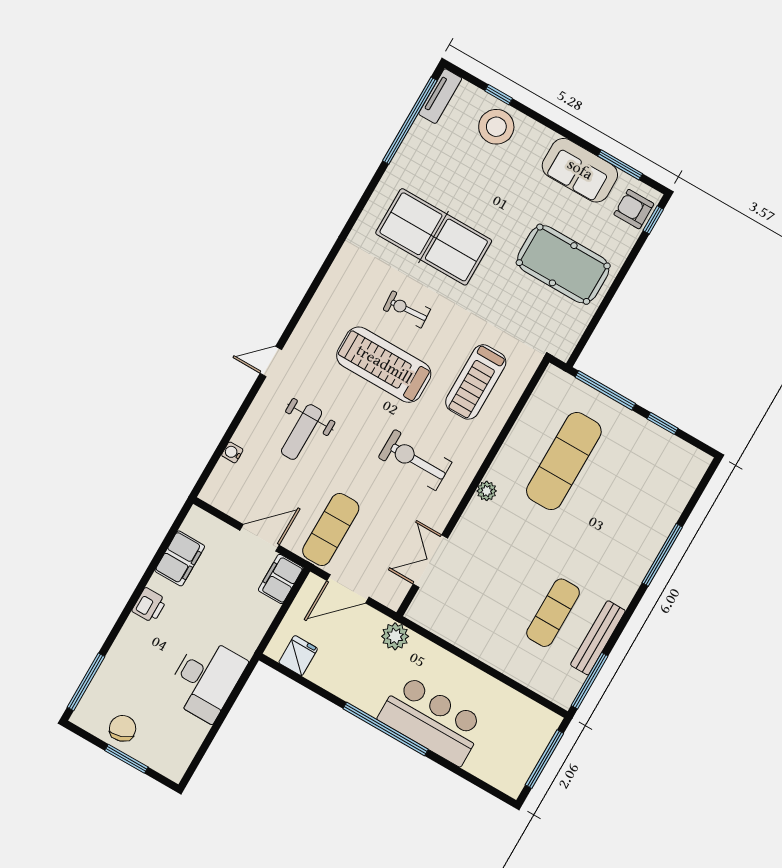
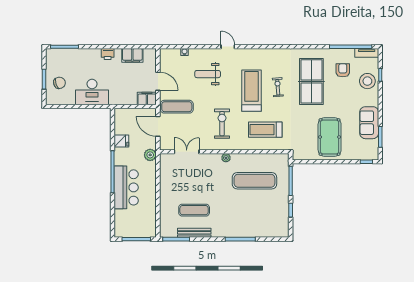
armchair: (634, 209) -> (343, 70), moved
fridge: (298, 656) -> (121, 141), moved
chair: (123, 728) -> (59, 83), moved

